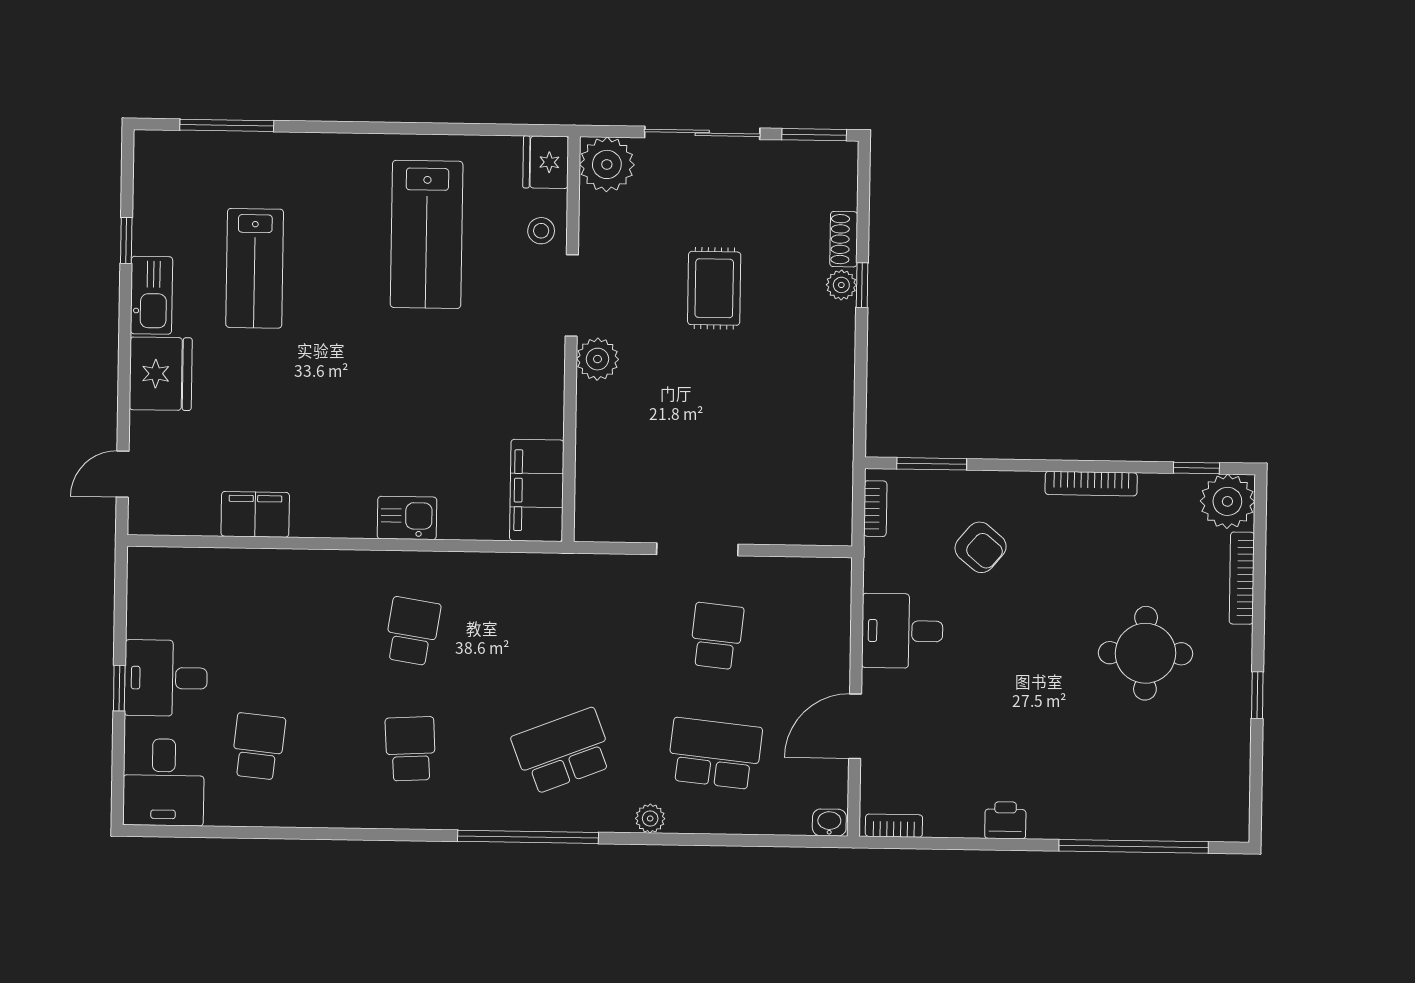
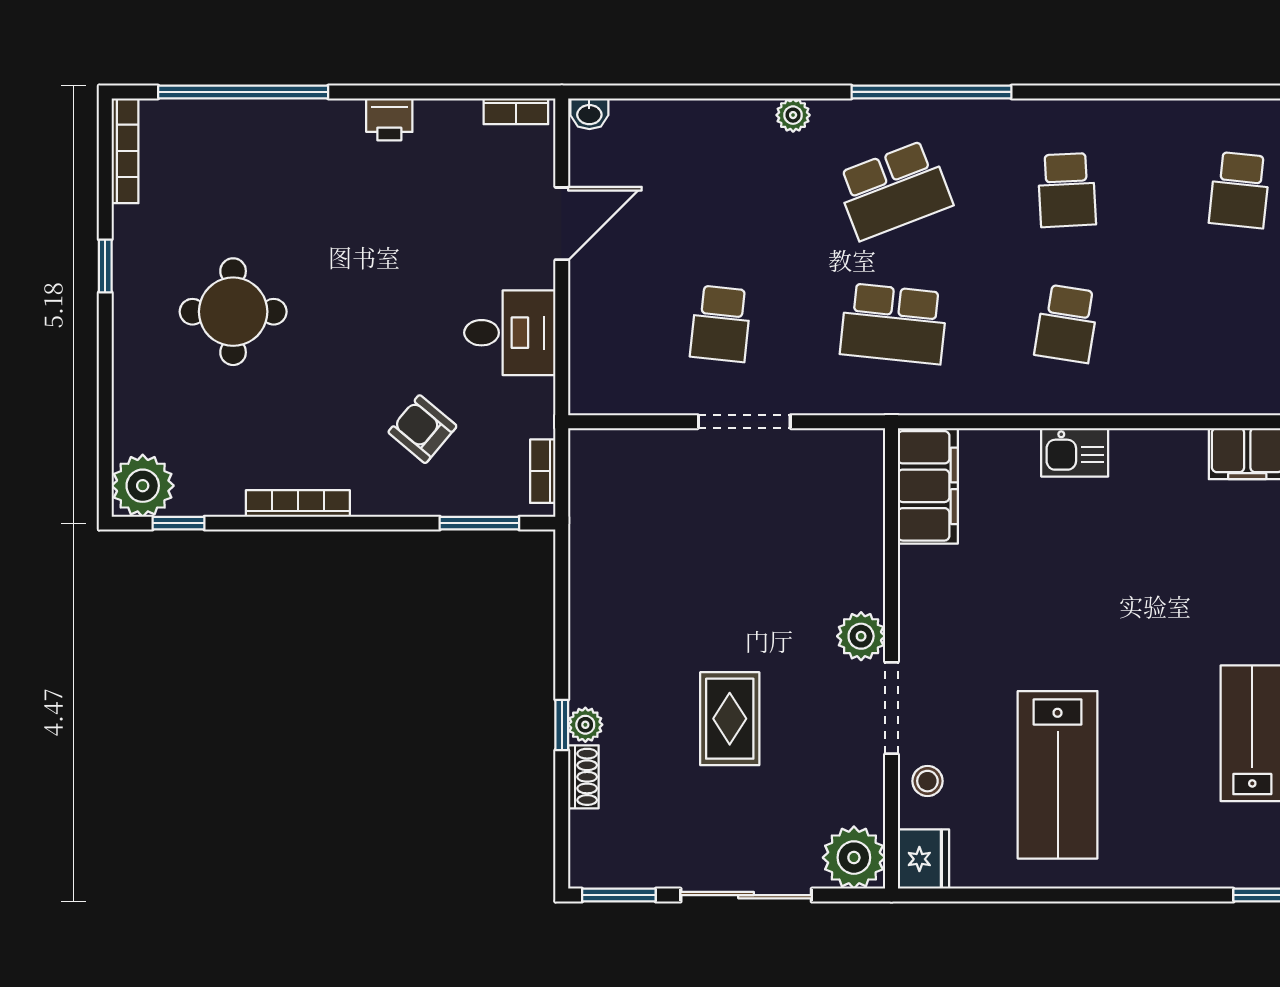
lab bench: (427, 234) -> (1058, 775), turned 180
bookcase: (1242, 578) -> (125, 151), moved
school desk: (715, 754) -> (894, 324), moved

